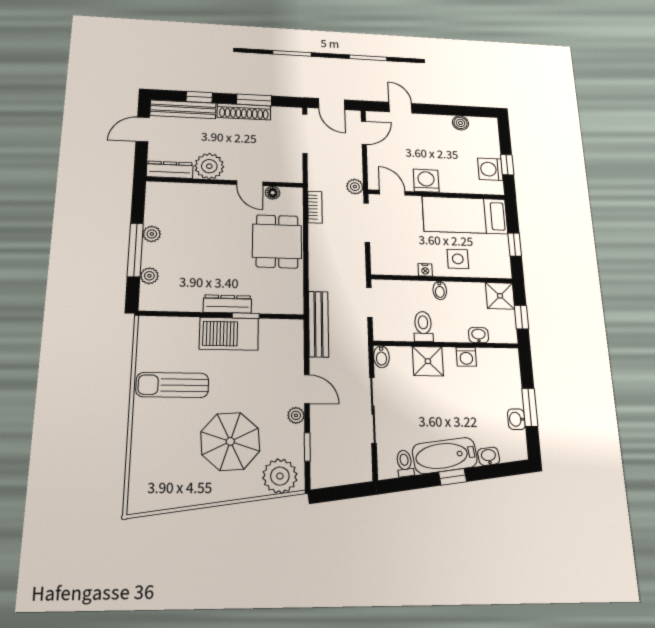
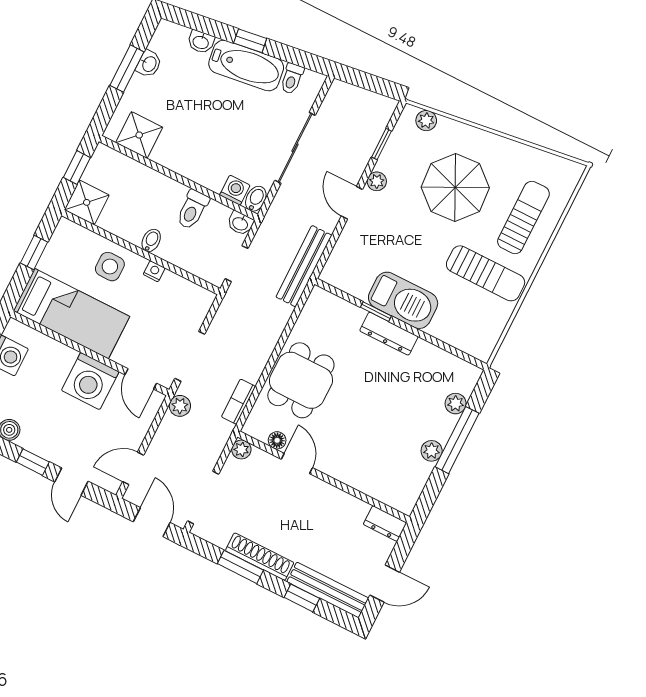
window: (433, 109) -> (33, 462), added
plant: (209, 166) -> (241, 450), moved, width x0.53, depth x0.53
dresser: (170, 170) -> (385, 523), width x0.70
washing machine: (426, 181) -> (90, 381), width x1.37, depth x1.37
washbasin: (479, 335) -> (240, 223), moved
washing machine: (466, 357) -> (235, 190), moved
shower: (428, 361) -> (139, 135), moved
sun lounger: (162, 445) -> (523, 217), added
plant: (280, 476) -> (426, 121), width x0.53, depth x0.53

